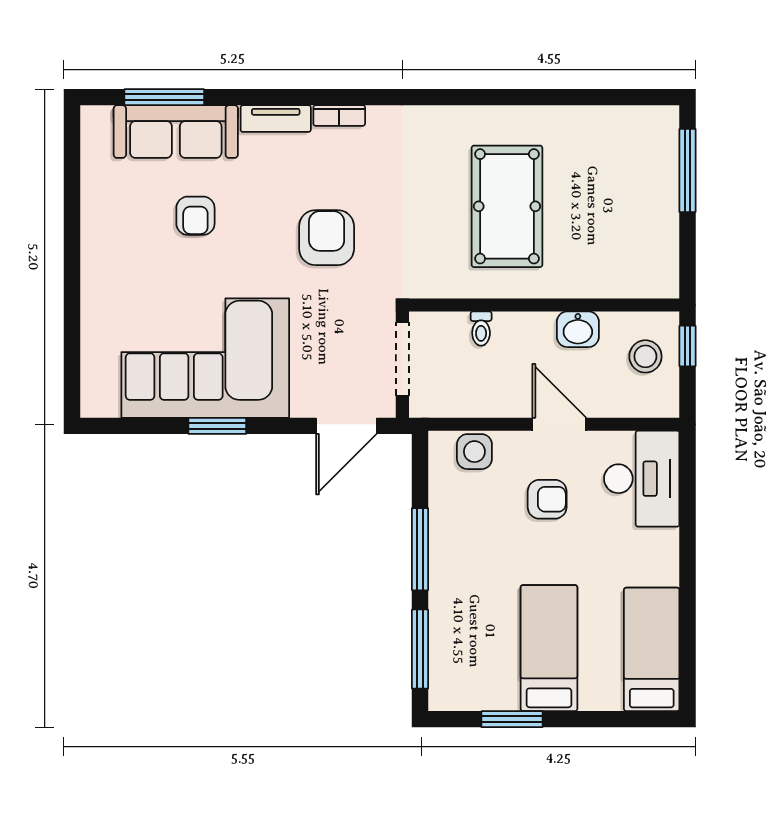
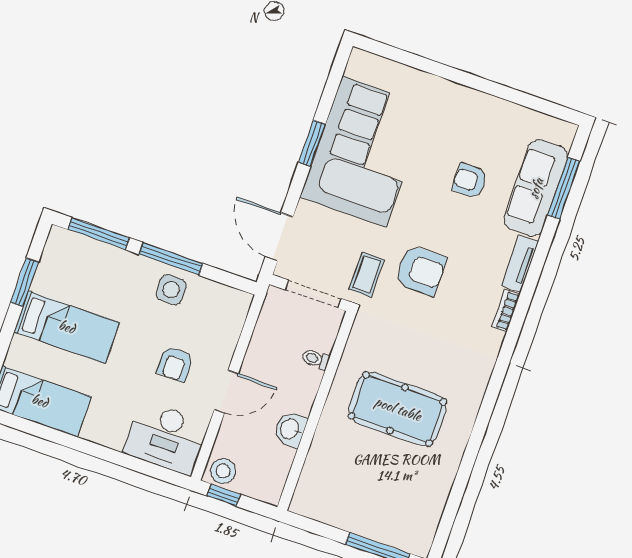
coffee table: (355, 302) -> (367, 275), added
window: (688, 346) -> (224, 495), moved
stool: (645, 356) -> (223, 471), moved
side table: (474, 452) -> (171, 290), moved

